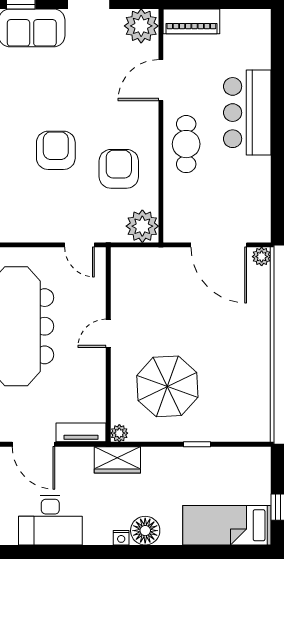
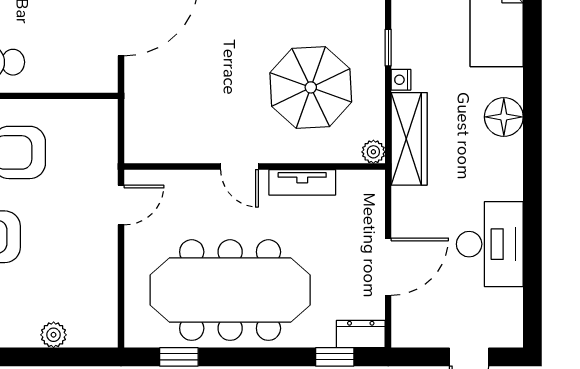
plant: (142, 226) -> (96, 121), removed
tv unit: (81, 432) -> (302, 182), moved, turned -90
wardrobe: (117, 460) -> (409, 139), width x1.50
nightstand: (121, 538) -> (401, 80), moved, turned 180

